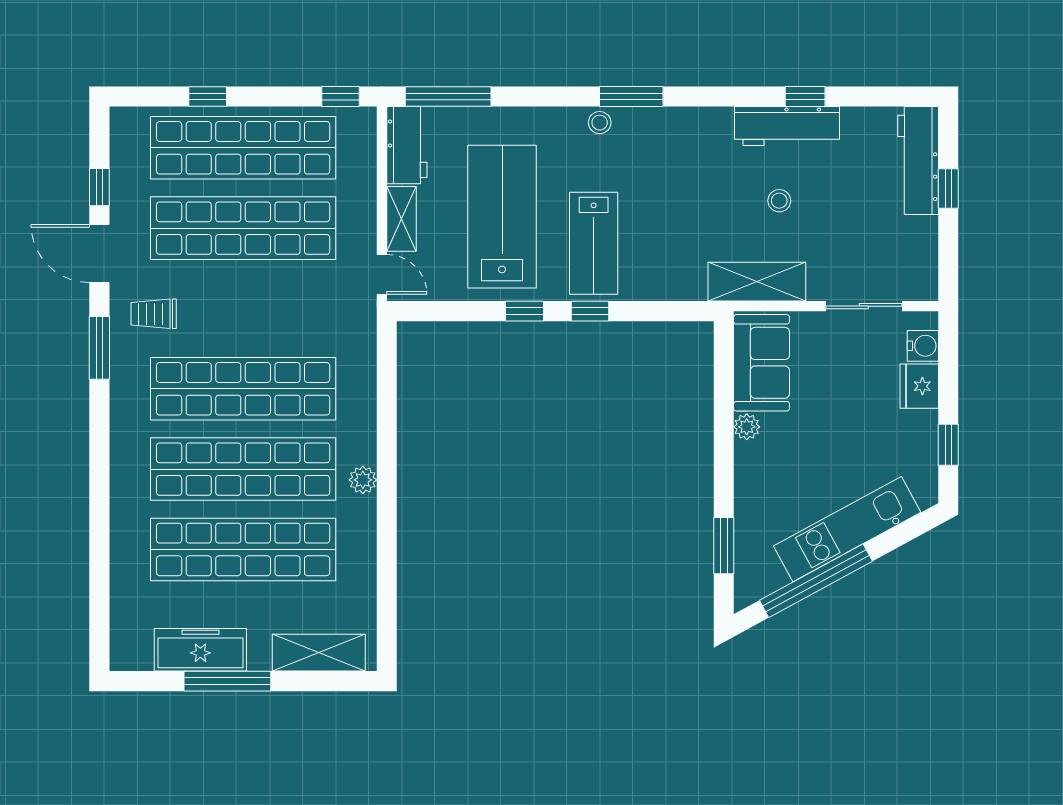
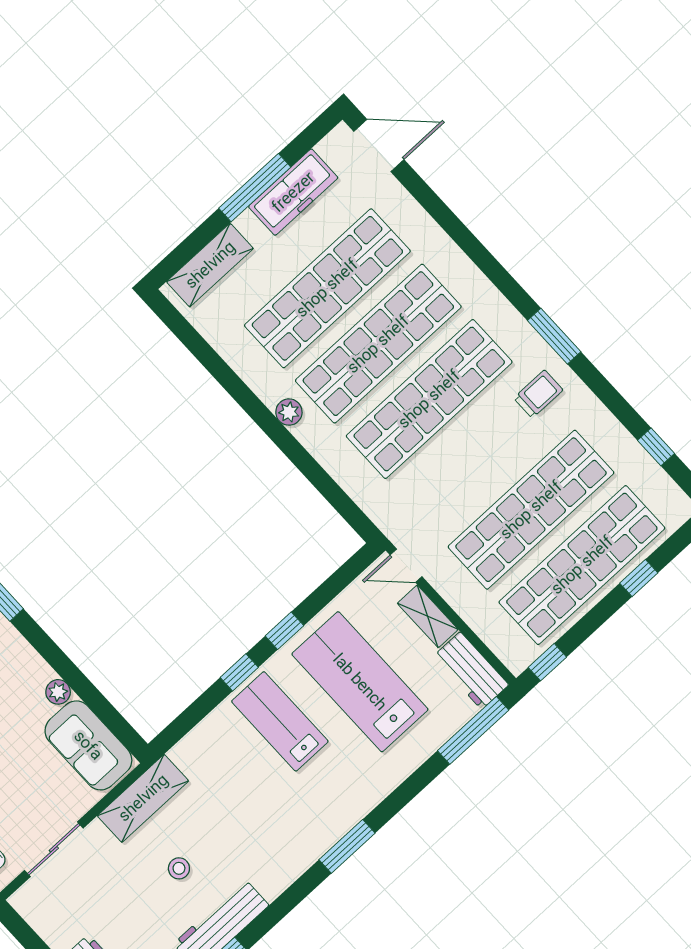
stool: (600, 123) -> (352, 808), removed
lab bench: (502, 217) -> (360, 682), turned 180
door: (99, 254) -> (379, 146), moved

